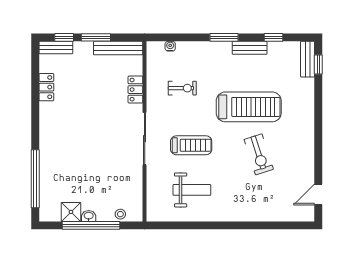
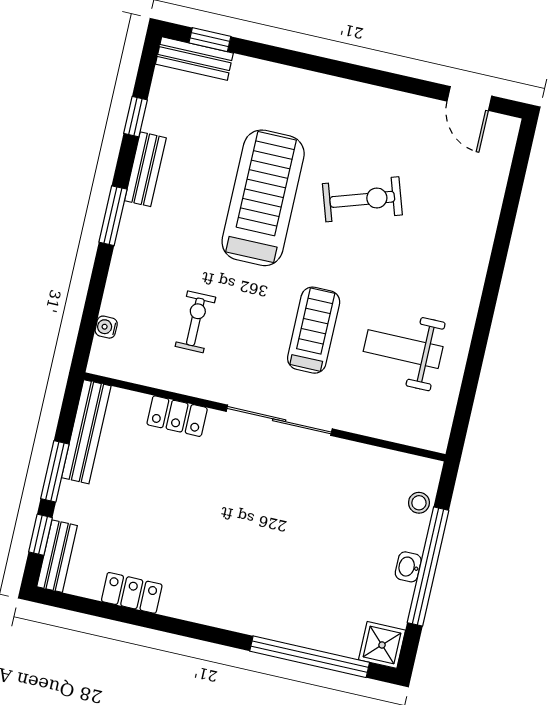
weight bench: (192, 190) -> (403, 349), turned -90
shower: (71, 212) -> (382, 645), moved

